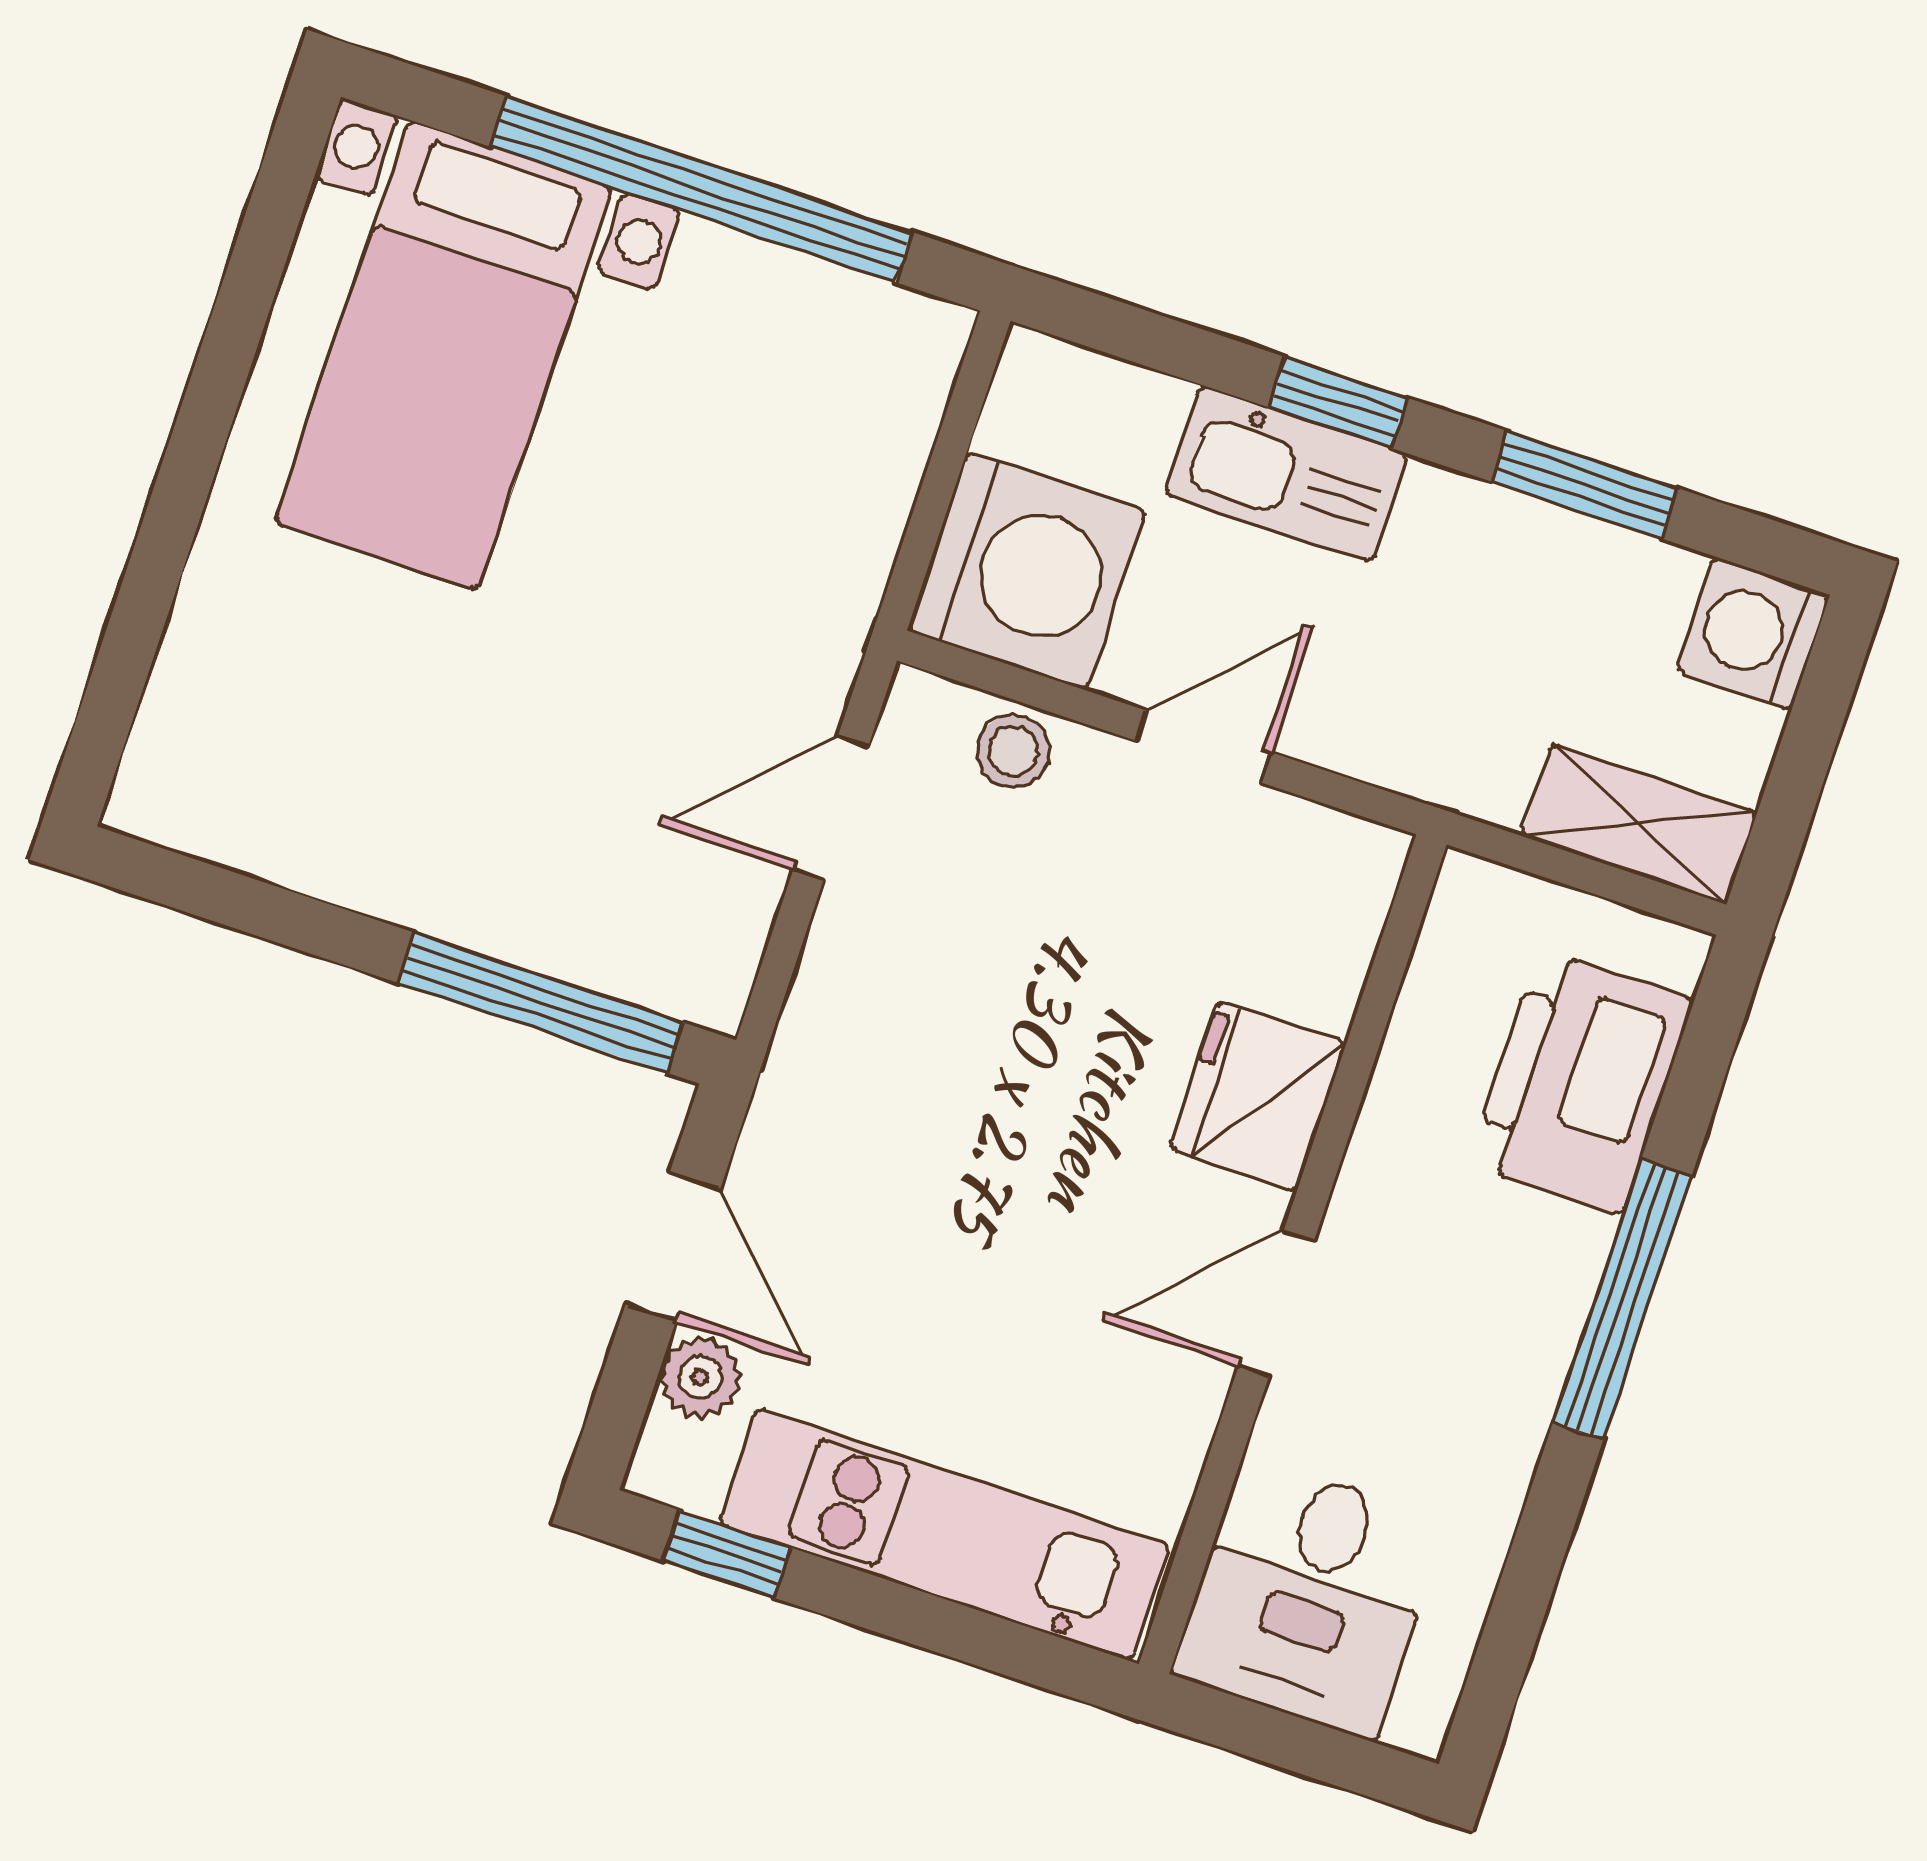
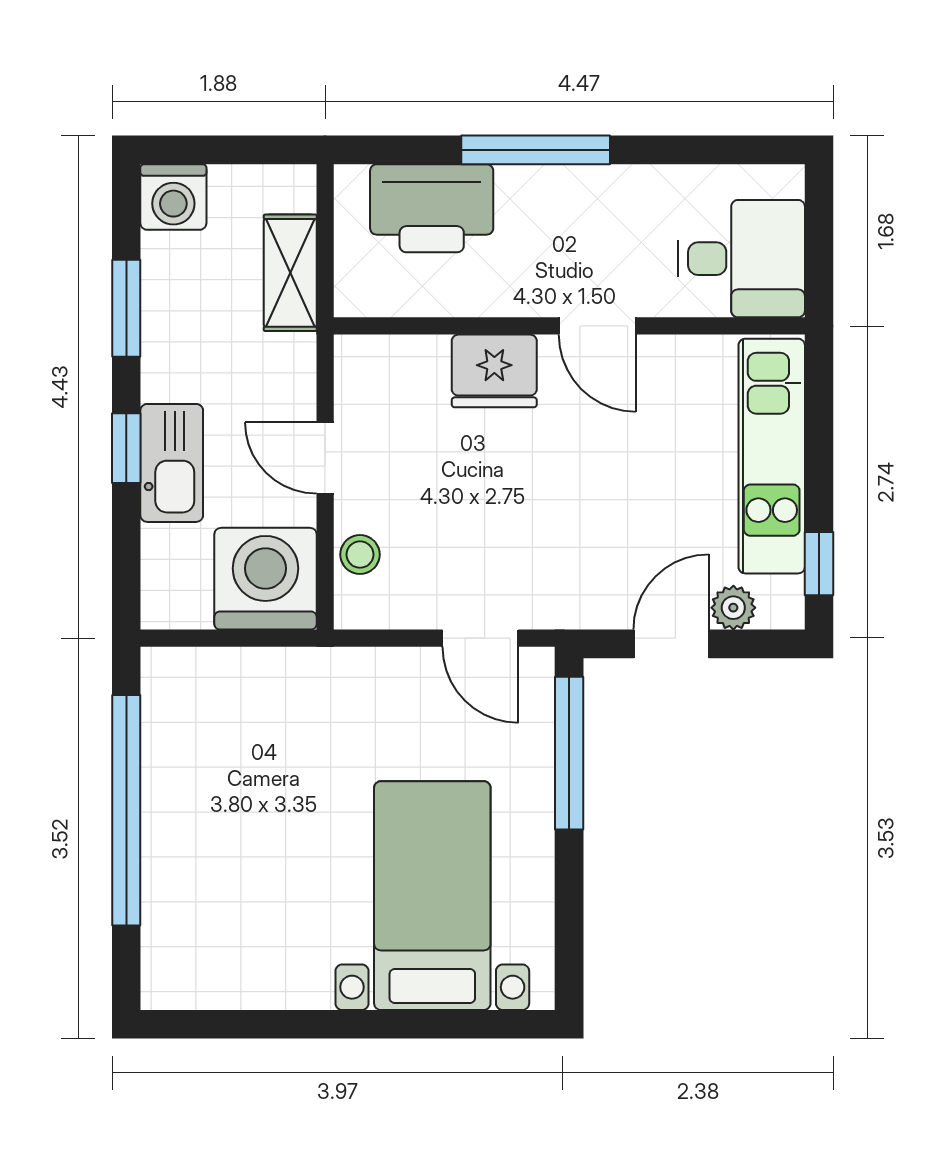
bed with nightstands: (444, 355) -> (432, 896), moved, turned -90
door: (831, 808) -> (480, 638), moved
shelving: (1639, 824) -> (290, 273), moved

